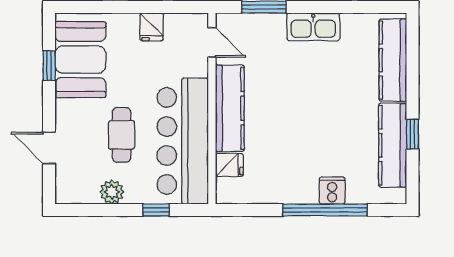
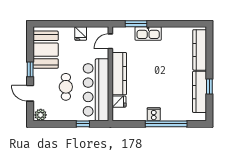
kitchen sink: (313, 27) -> (148, 34), moved
door: (212, 42) -> (110, 41), swing flipped
window: (49, 66) -> (30, 69), moved
cooker: (332, 191) -> (154, 114), moved
plant: (112, 192) -> (41, 115), moved

